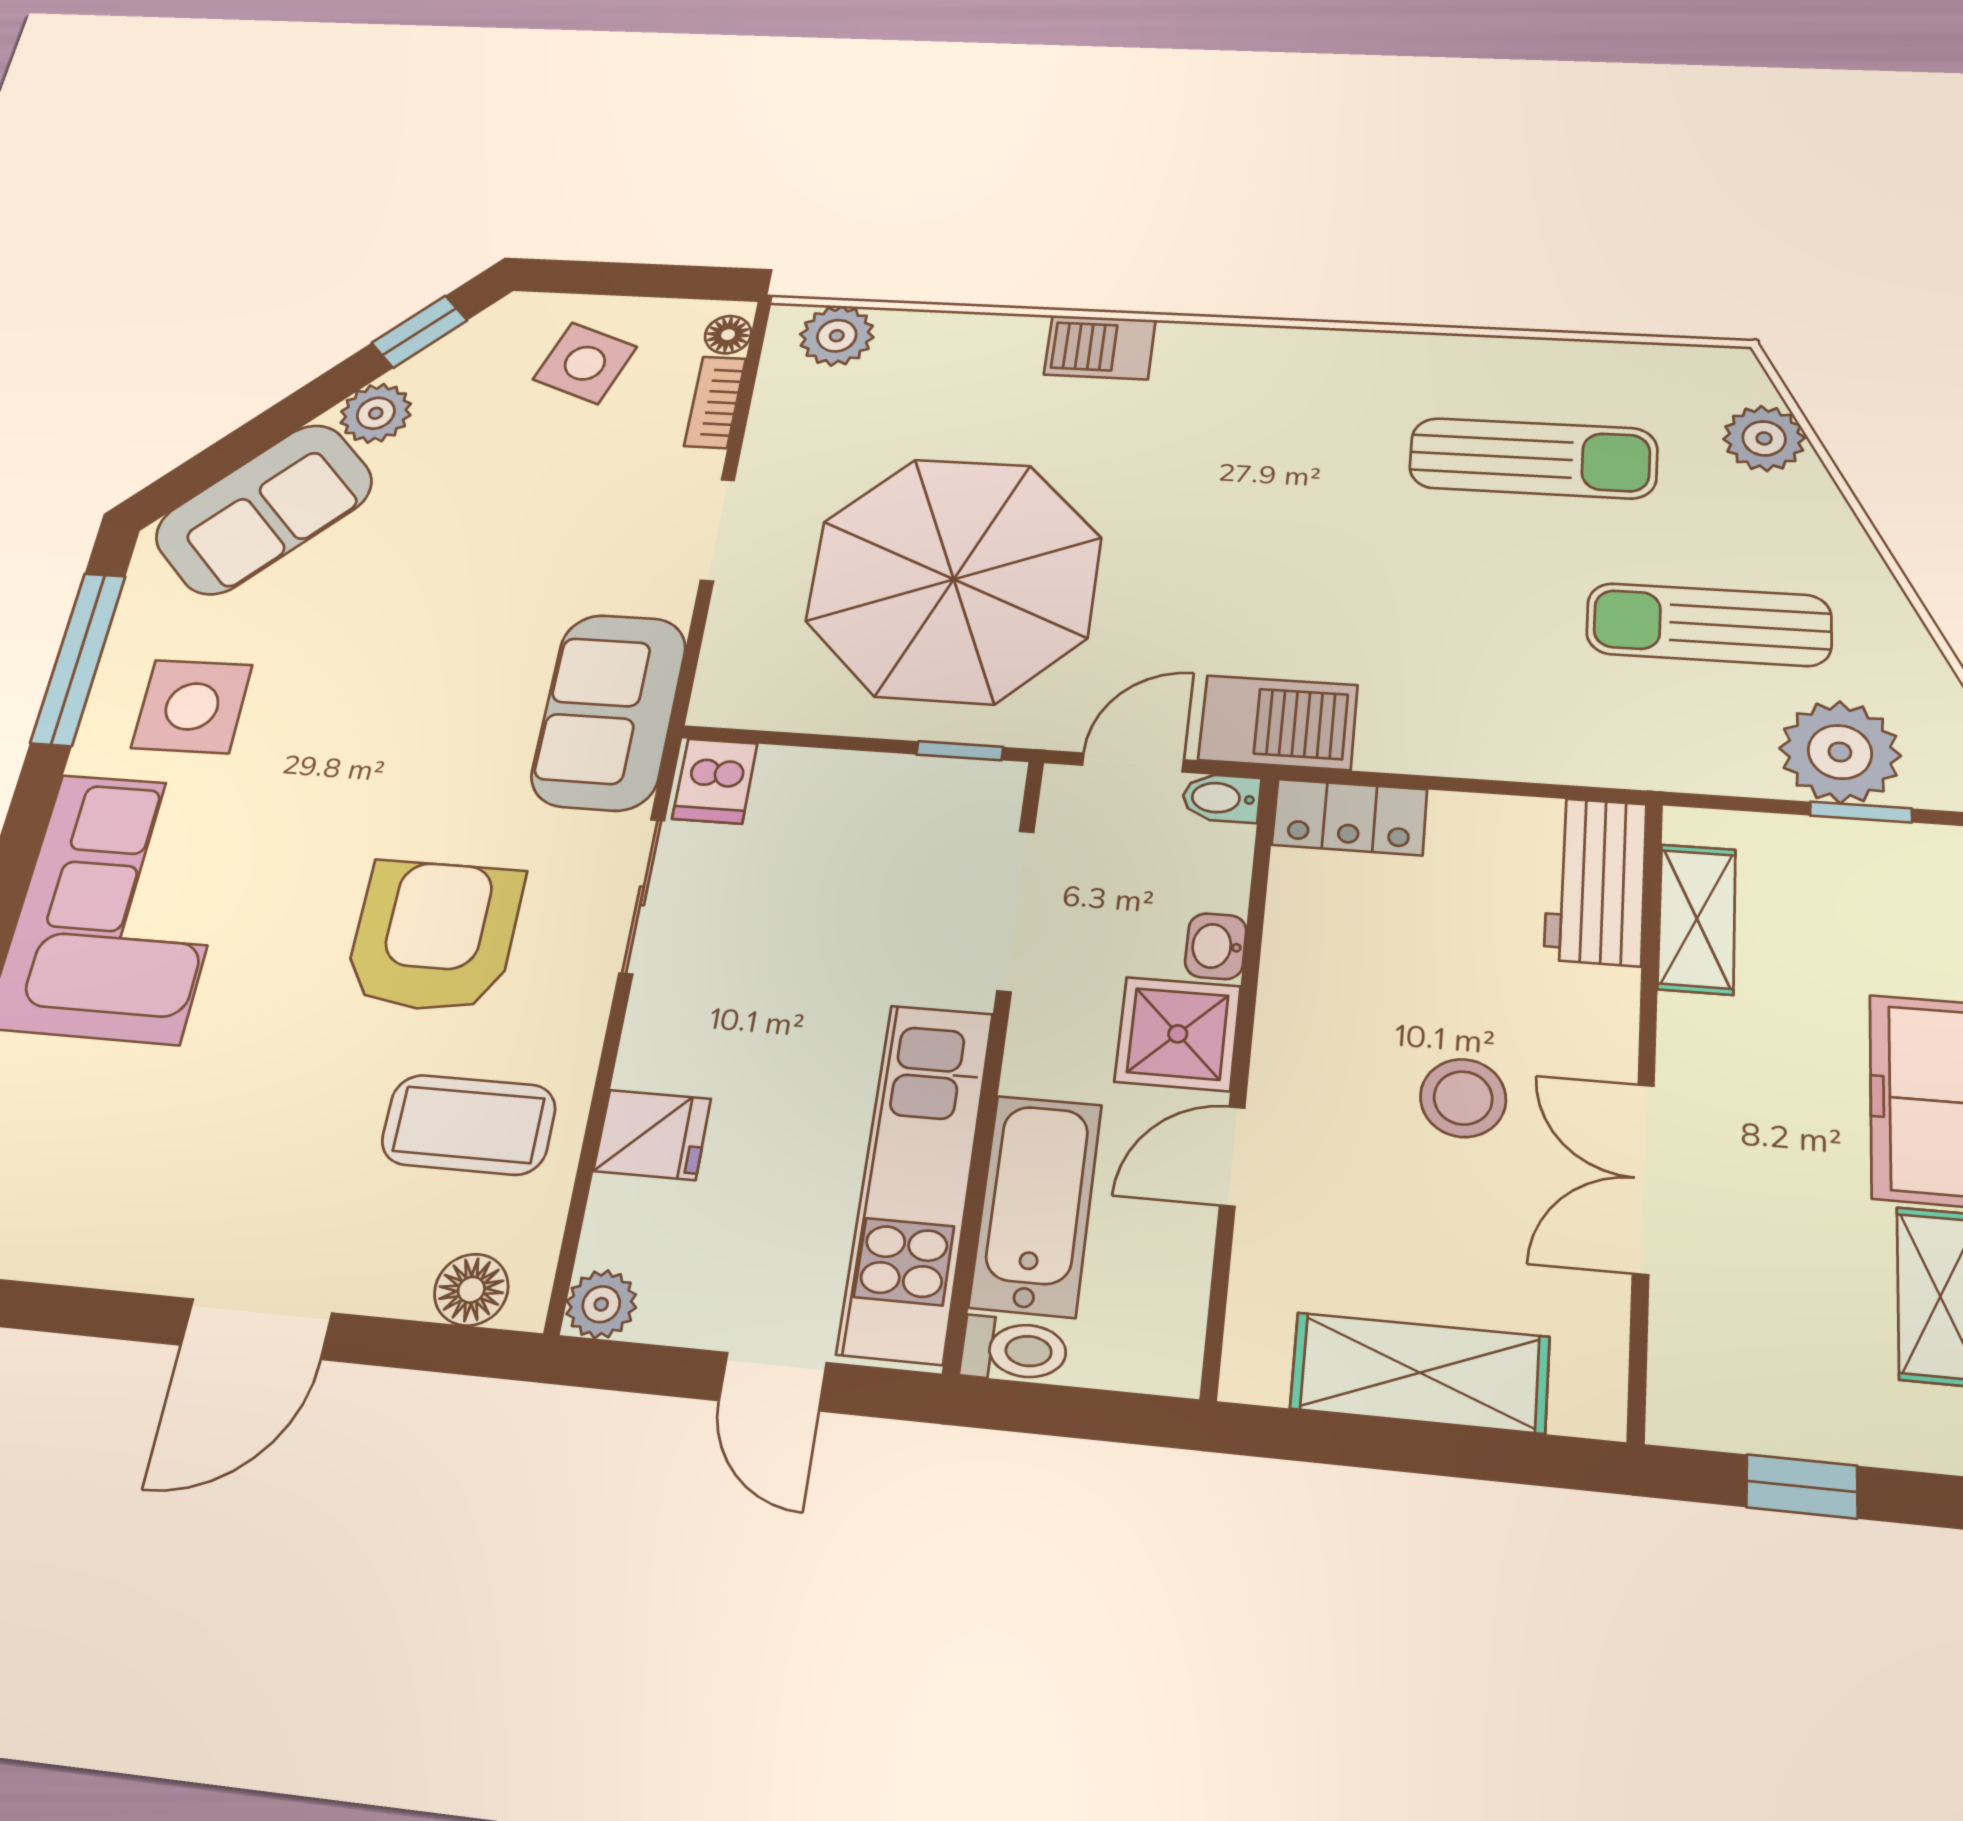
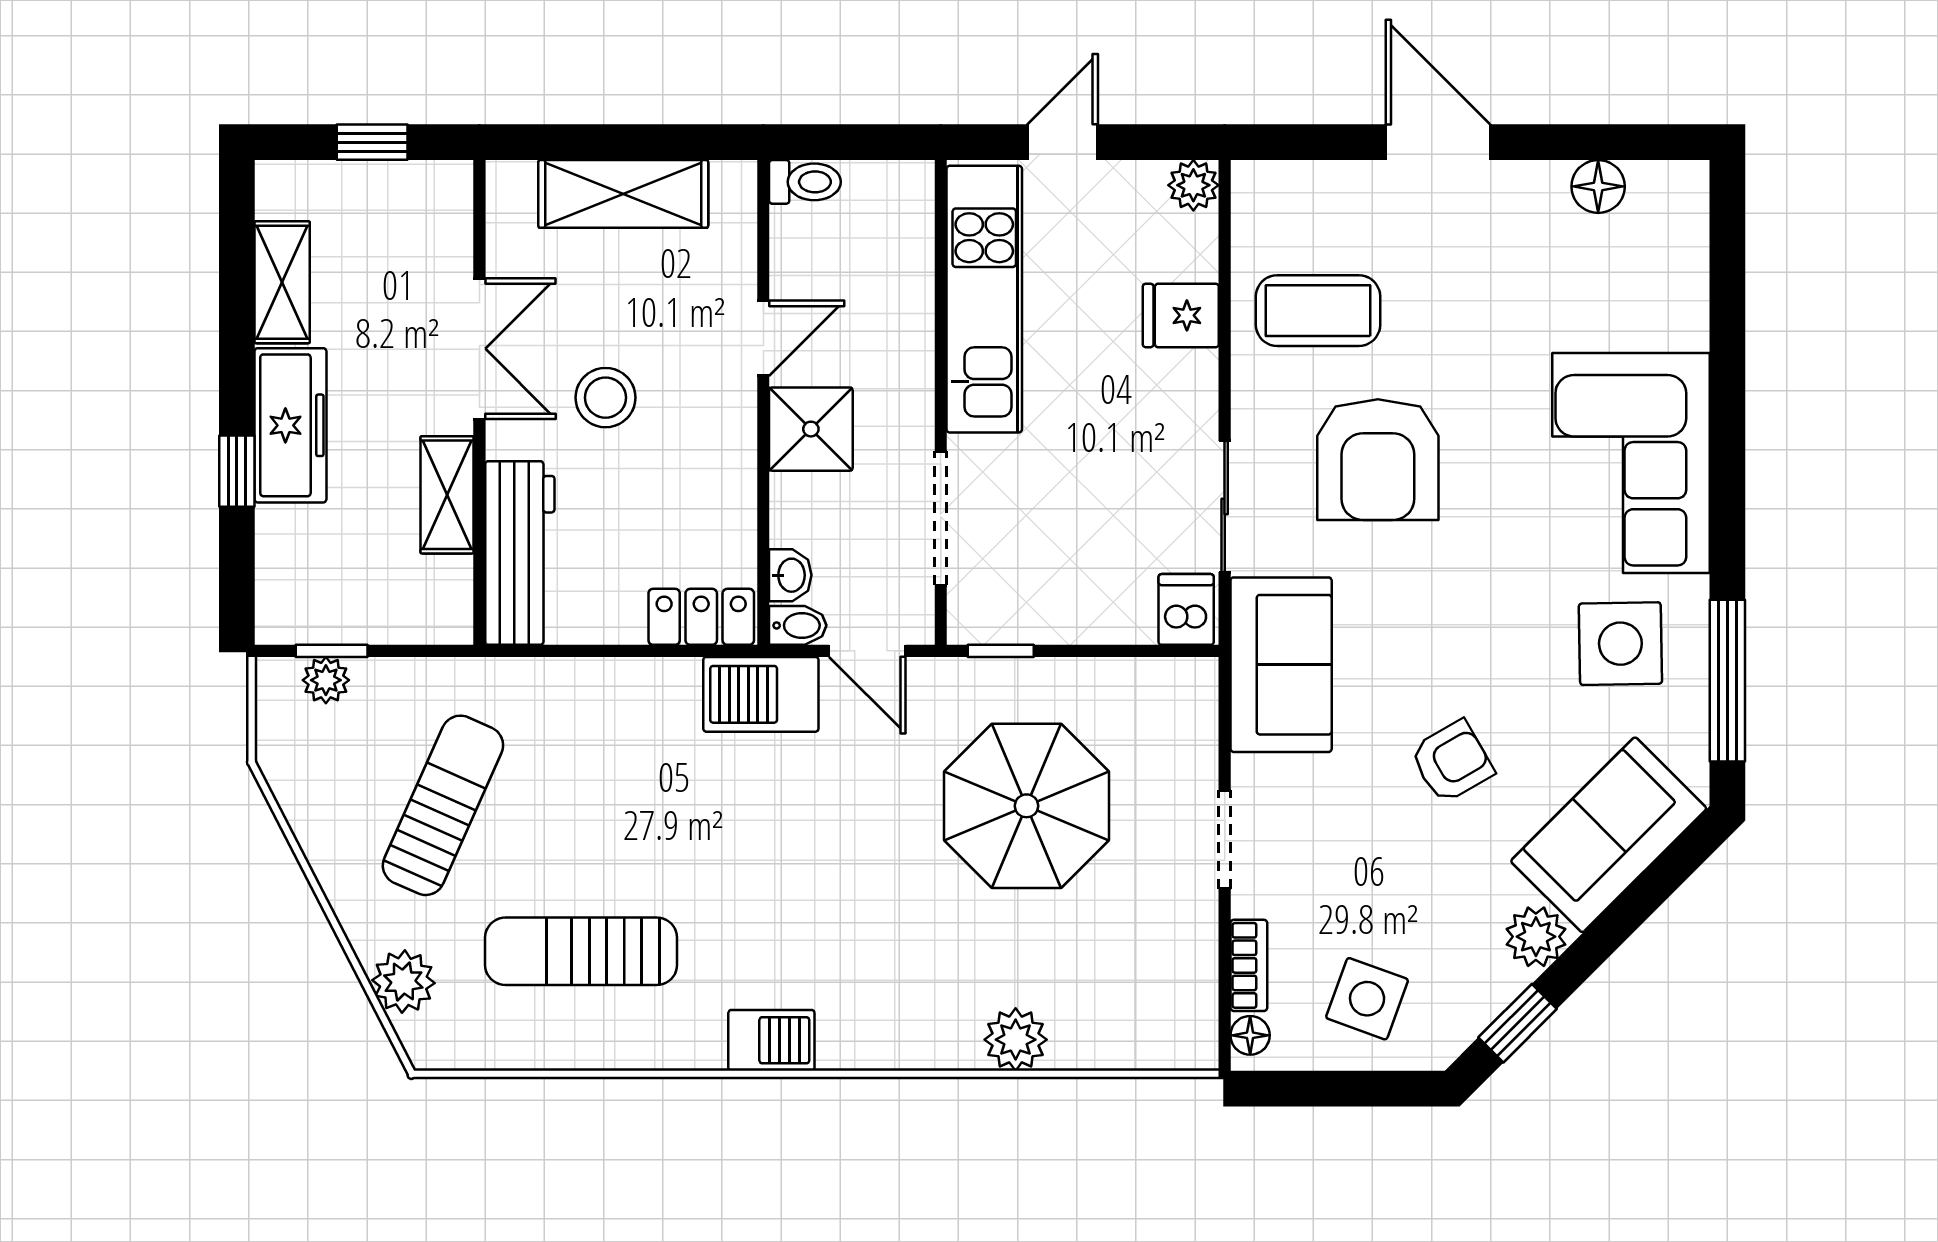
plant: (837, 336) -> (1016, 1040), moved
barbecue: (1100, 347) -> (771, 1040), moved
parasol: (954, 579) -> (1027, 806), width x0.73, depth x0.73
armchair: (427, 595) -> (1452, 762), added
sun lounger: (1709, 625) -> (443, 805), turned -66
plant: (1840, 752) -> (326, 680), width x0.53, depth x0.53
door: (1133, 763) -> (867, 651), hinge flipped
workbench: (1595, 881) -> (520, 553), width x1.38
shelving: (1697, 919) -> (447, 495), moved
washbasin: (1216, 946) -> (790, 575), moved
bathtub: (1036, 1205) -> (897, 289), removed
floor lamp: (471, 1290) -> (1598, 186), moved
door: (256, 1329) -> (1438, 142), hinge flipped
toilet: (1014, 1350) -> (805, 182), moved, turned 180
door: (773, 1382) -> (1063, 142), hinge flipped

